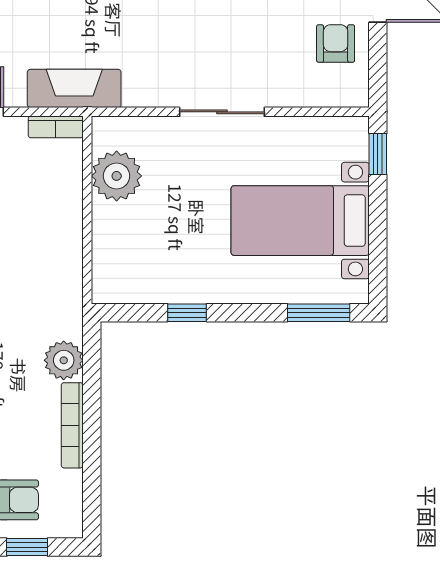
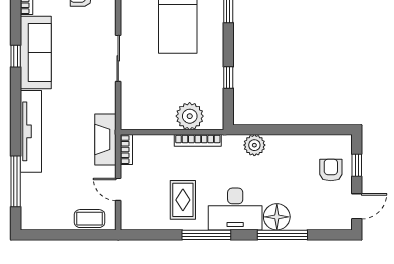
plant: (117, 176) -> (190, 116), moved
bookcase: (72, 425) -> (198, 140), moved

